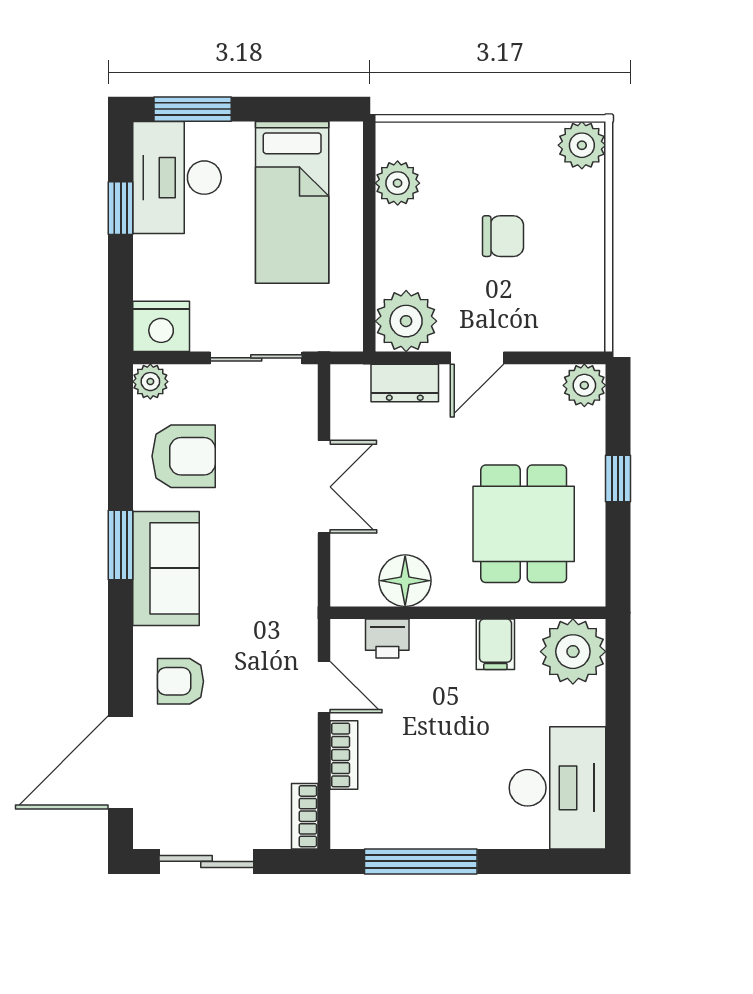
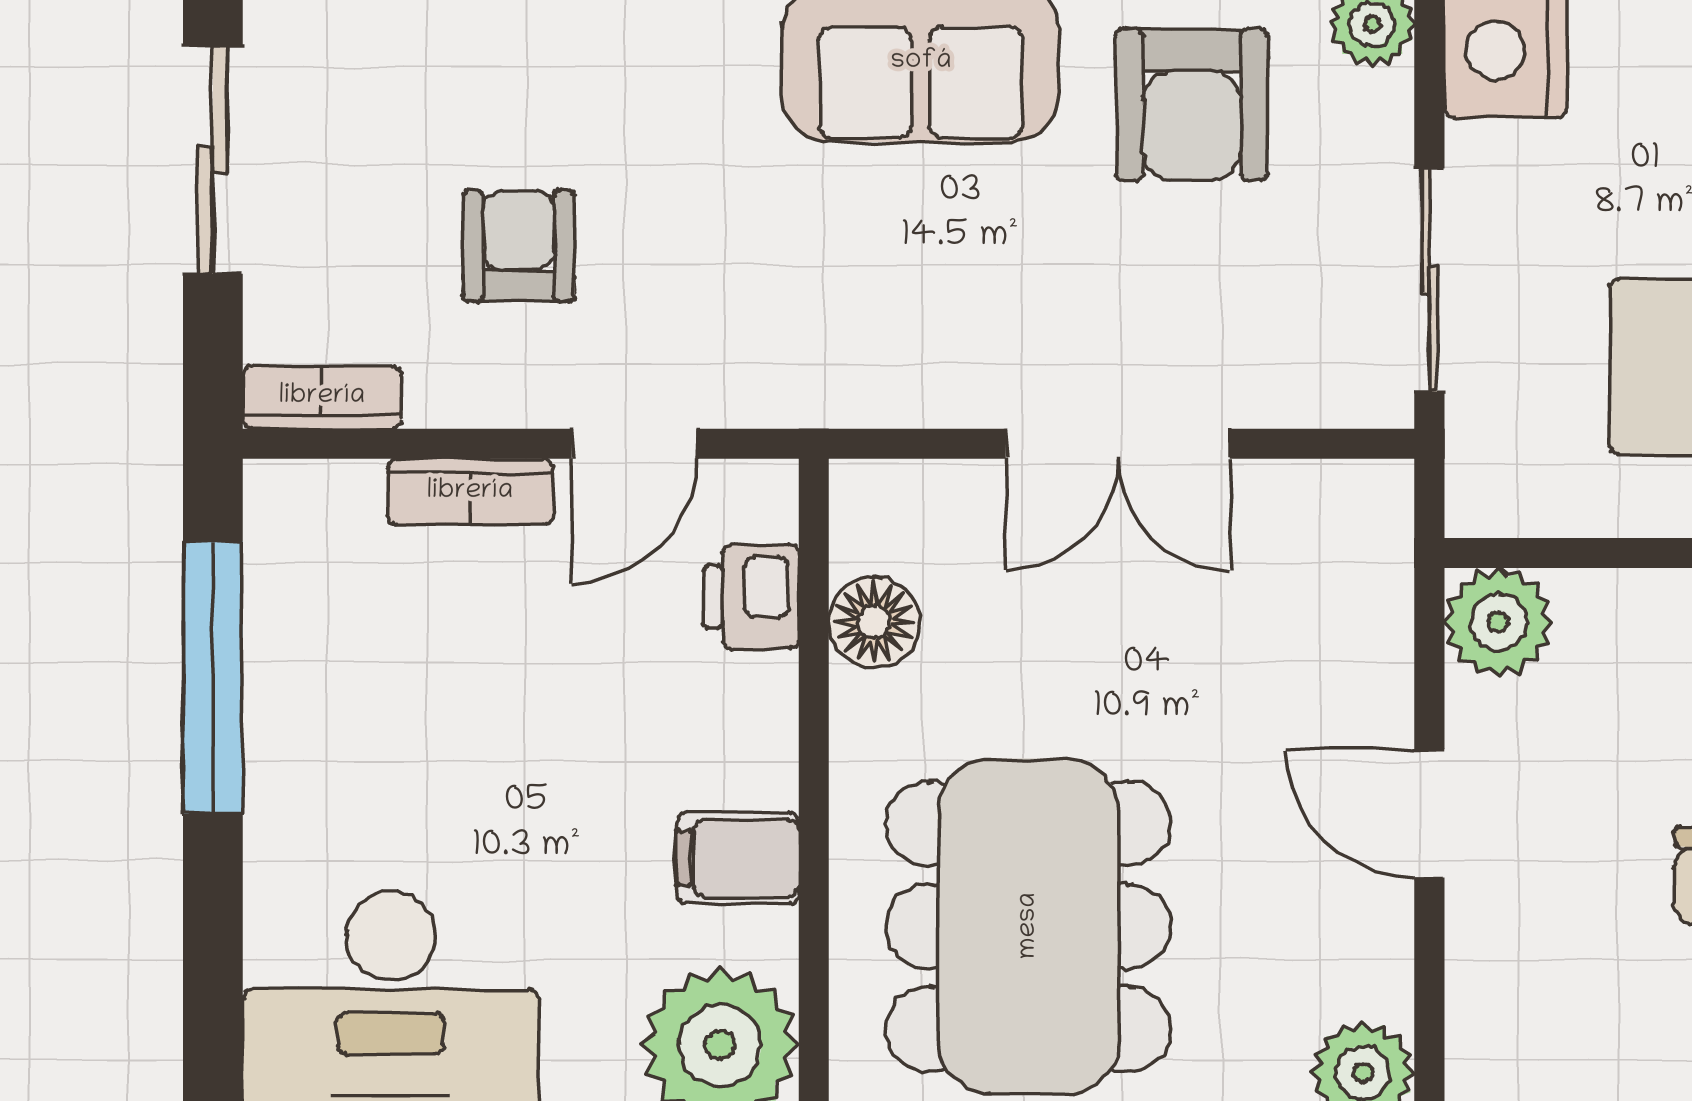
plant: (406, 321) -> (1499, 622), width x0.73, depth x0.73
dresser: (405, 383) -> (1369, 639), removed
dining table: (524, 524) -> (1029, 926), width x1.38
floor lamp: (405, 581) -> (874, 622), width x0.73, depth x0.73
armchair: (181, 681) -> (519, 246), moved

